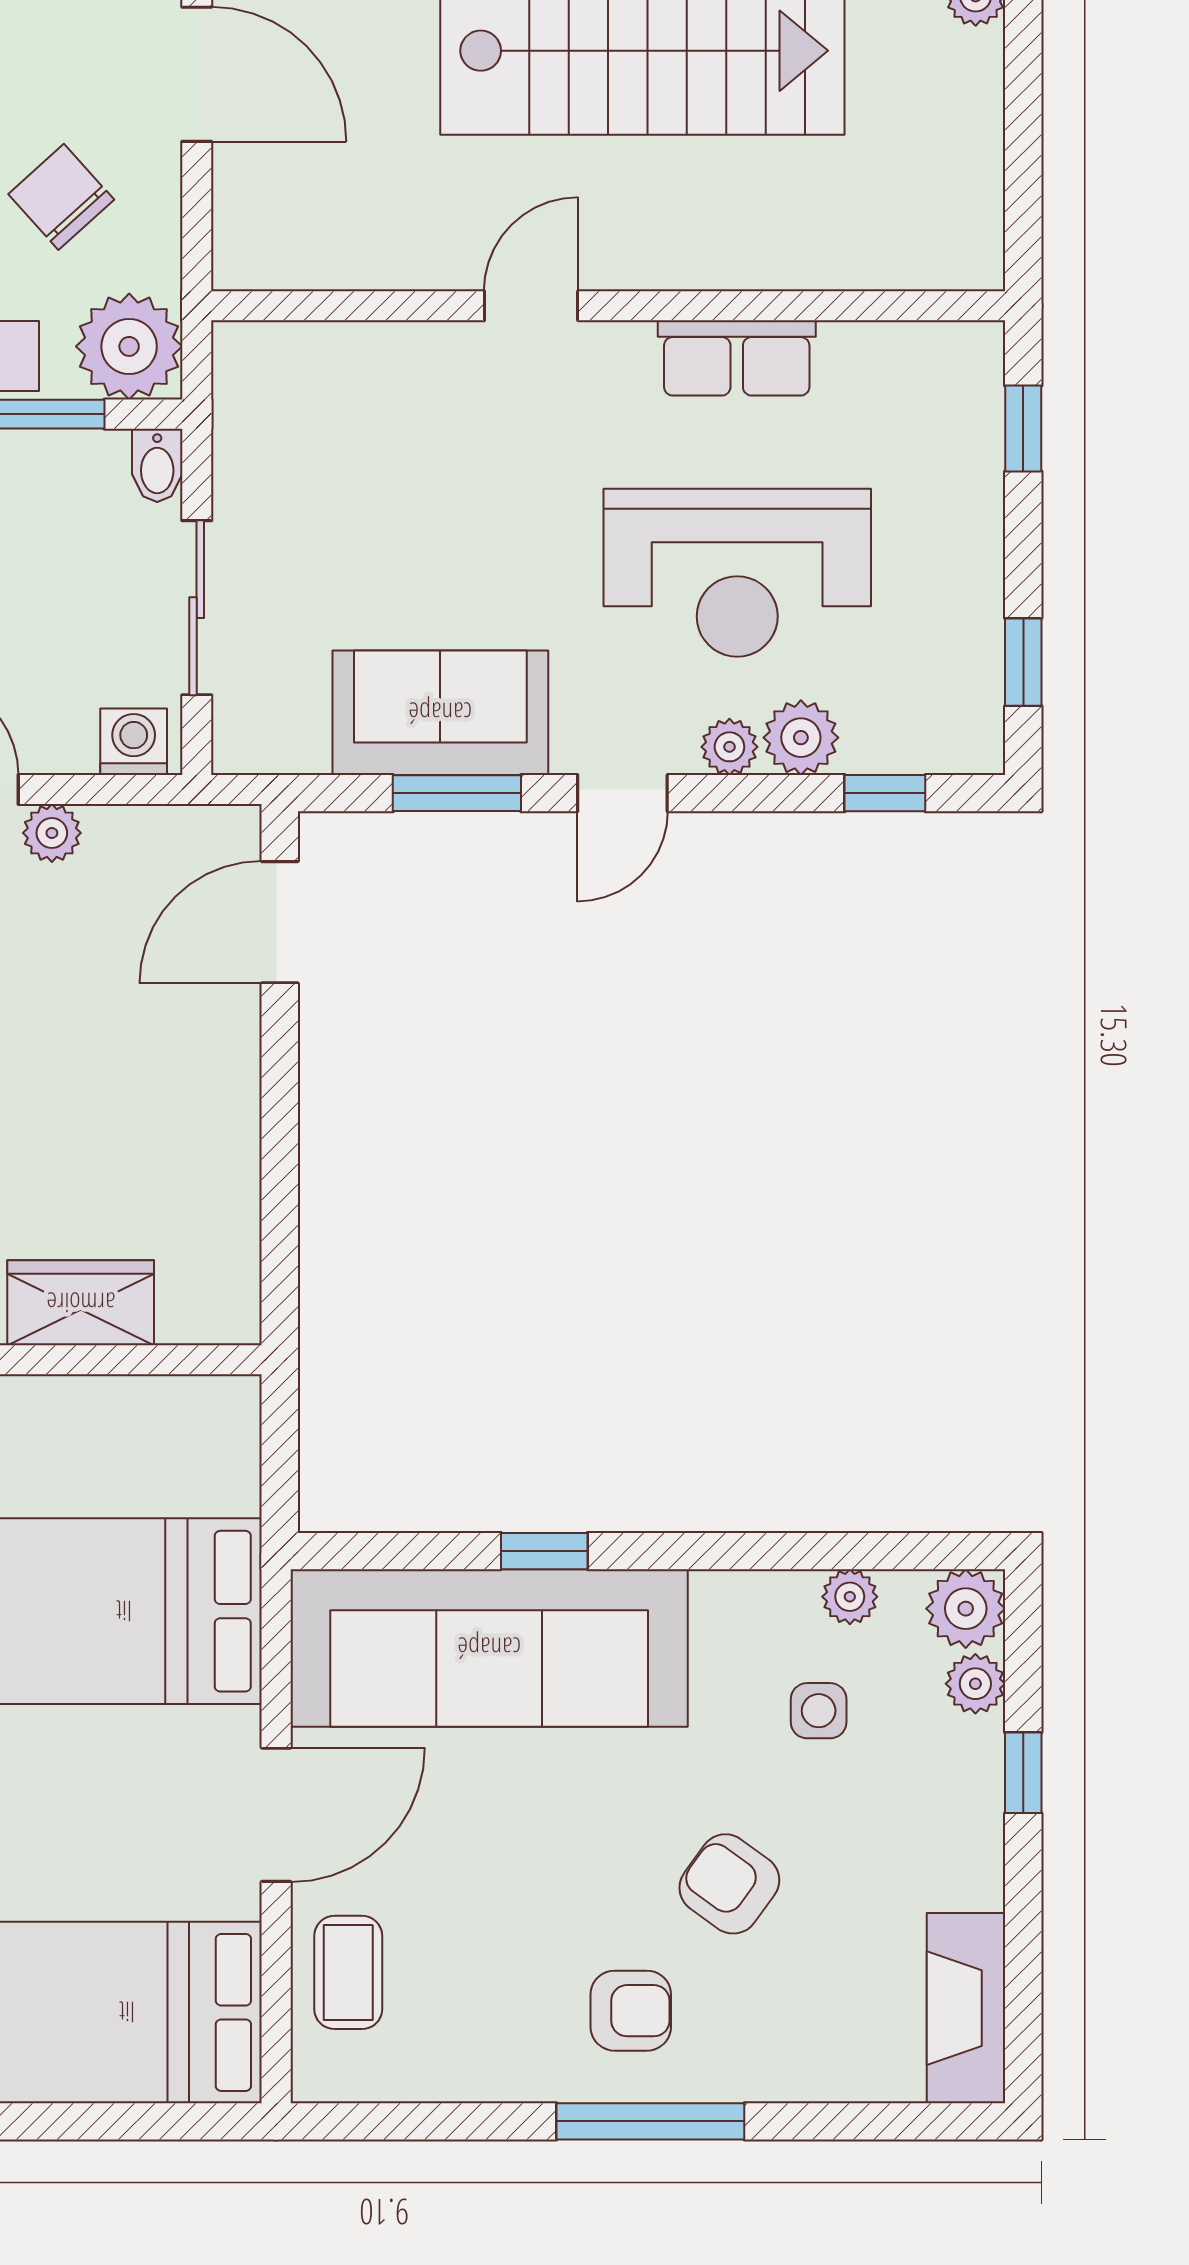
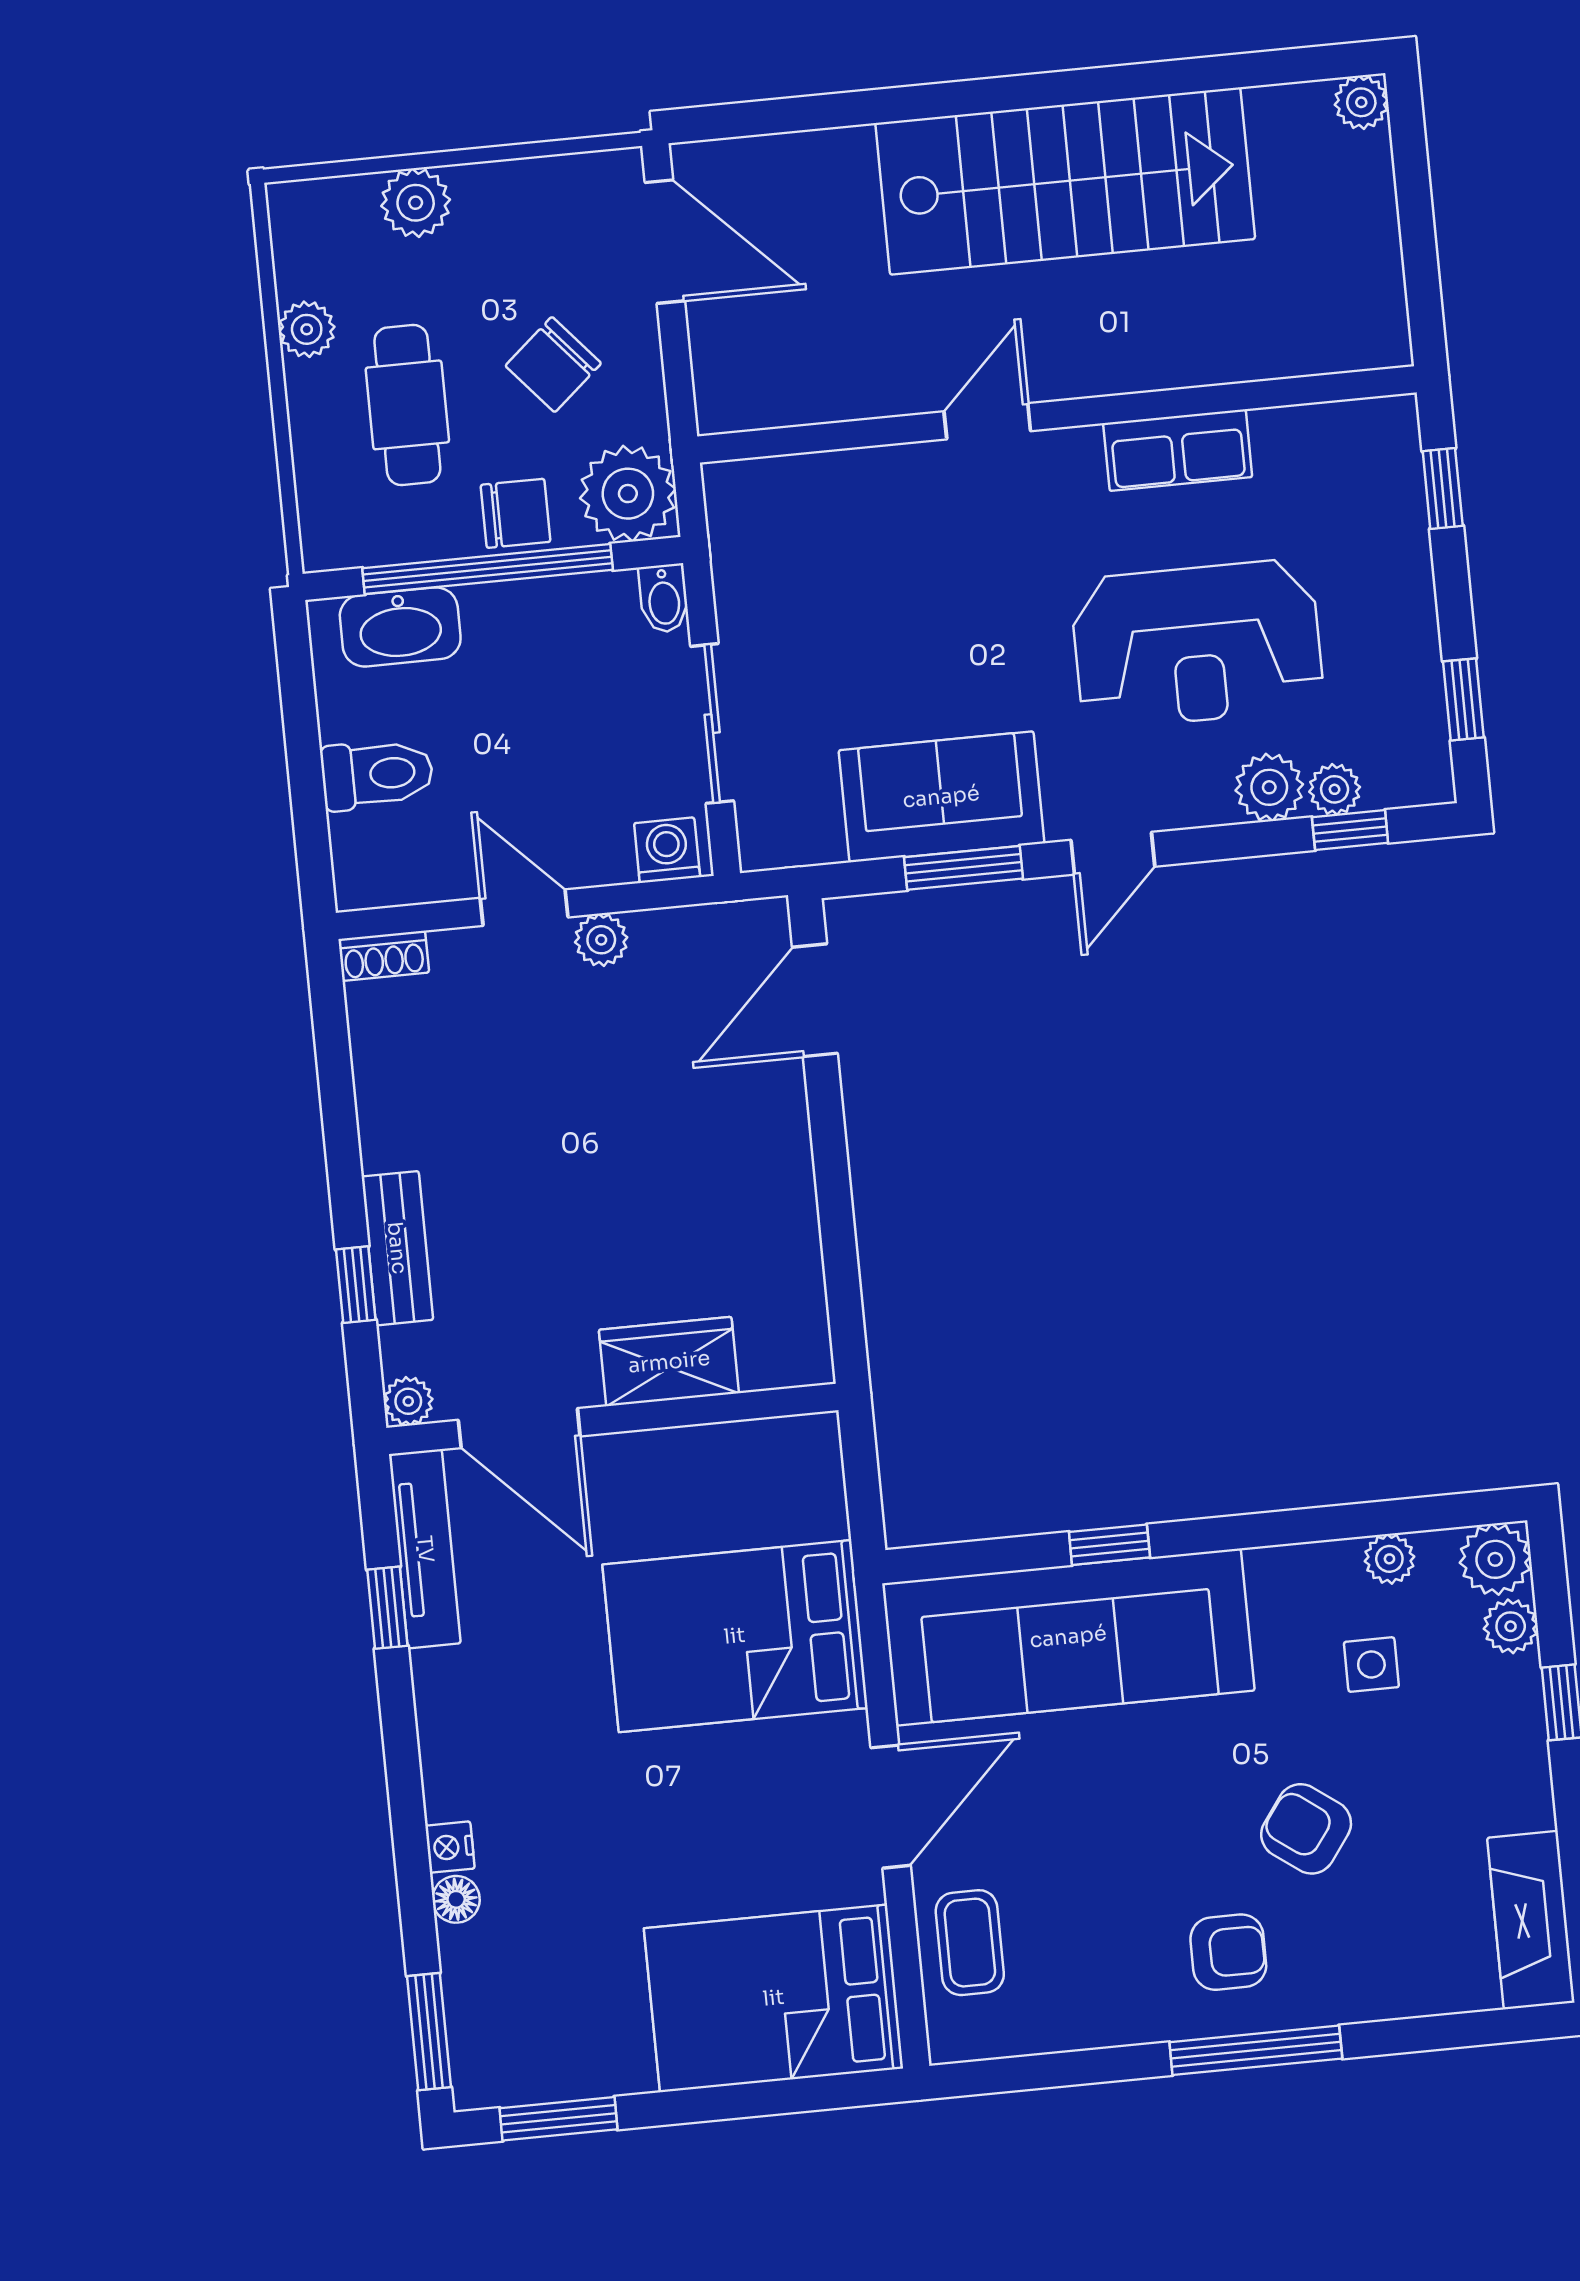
chair: (61, 197) -> (553, 365), turned -89
plant: (729, 747) -> (1335, 789), moved

